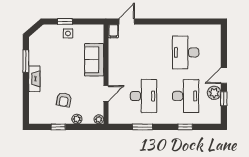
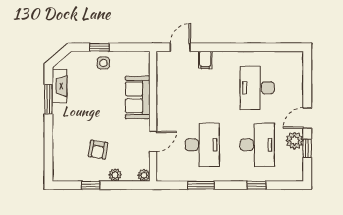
filing cabinet: (113, 31) -> (205, 60), moved
fireplace: (34, 79) -> (59, 86), moved

